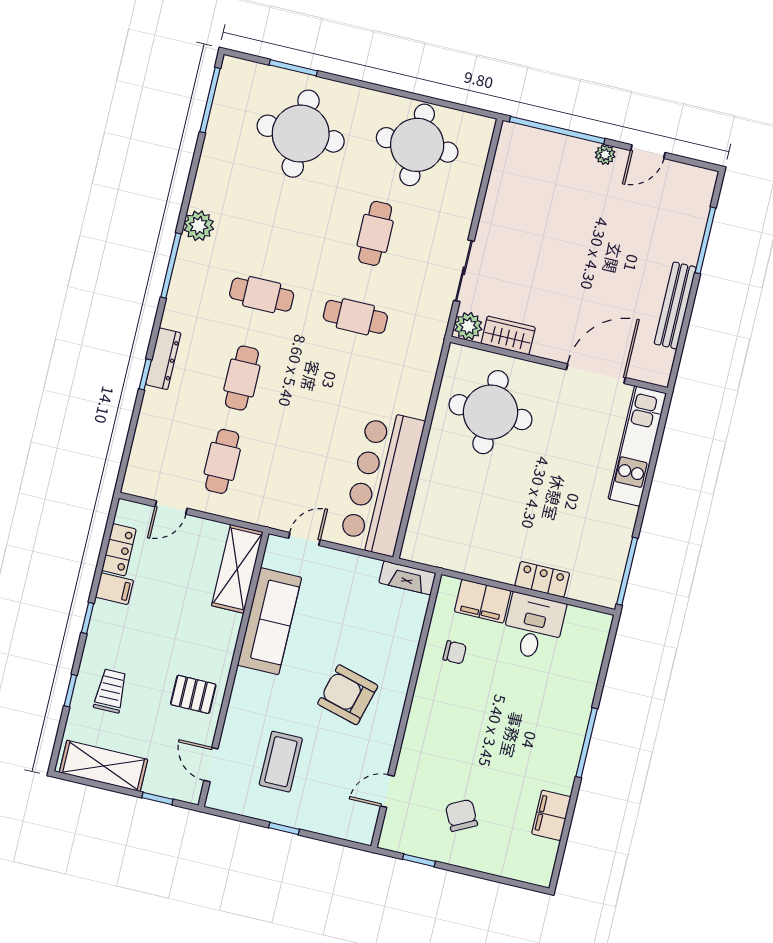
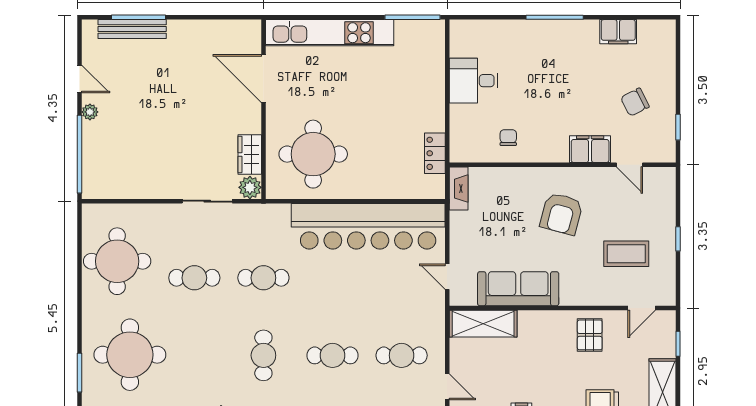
bench: (675, 305) -> (132, 29), moved
cafe table: (355, 317) -> (263, 278), turned 90
kitchen unit: (637, 446) -> (330, 33), width x1.36
bar counter: (382, 483) -> (368, 226), width x1.36
locker: (542, 579) -> (435, 153), moved
filing cabinet: (483, 601) -> (590, 149), moved, turned -90

